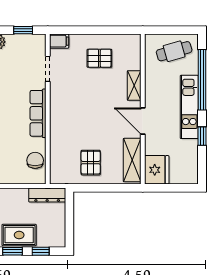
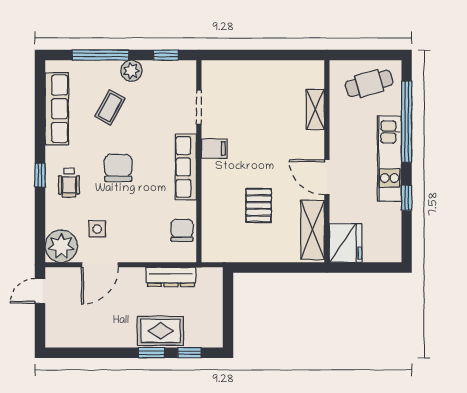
filing cabinet: (59, 41) -> (214, 148), moved
pallet: (99, 58) -> (269, 93), removed
shelving: (134, 85) -> (315, 109), moved
pallet: (91, 163) -> (259, 205), moved
dresser: (47, 195) -> (171, 277), moved

